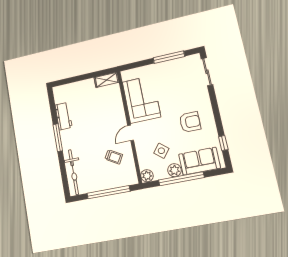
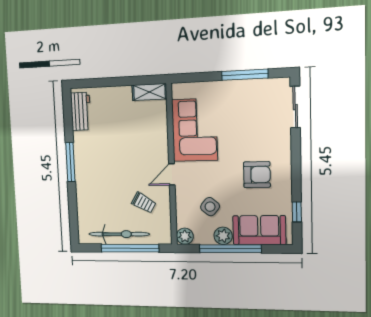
workbench: (64, 116) -> (81, 111), moved
bicycle: (74, 172) -> (119, 234), moved, turned -90

